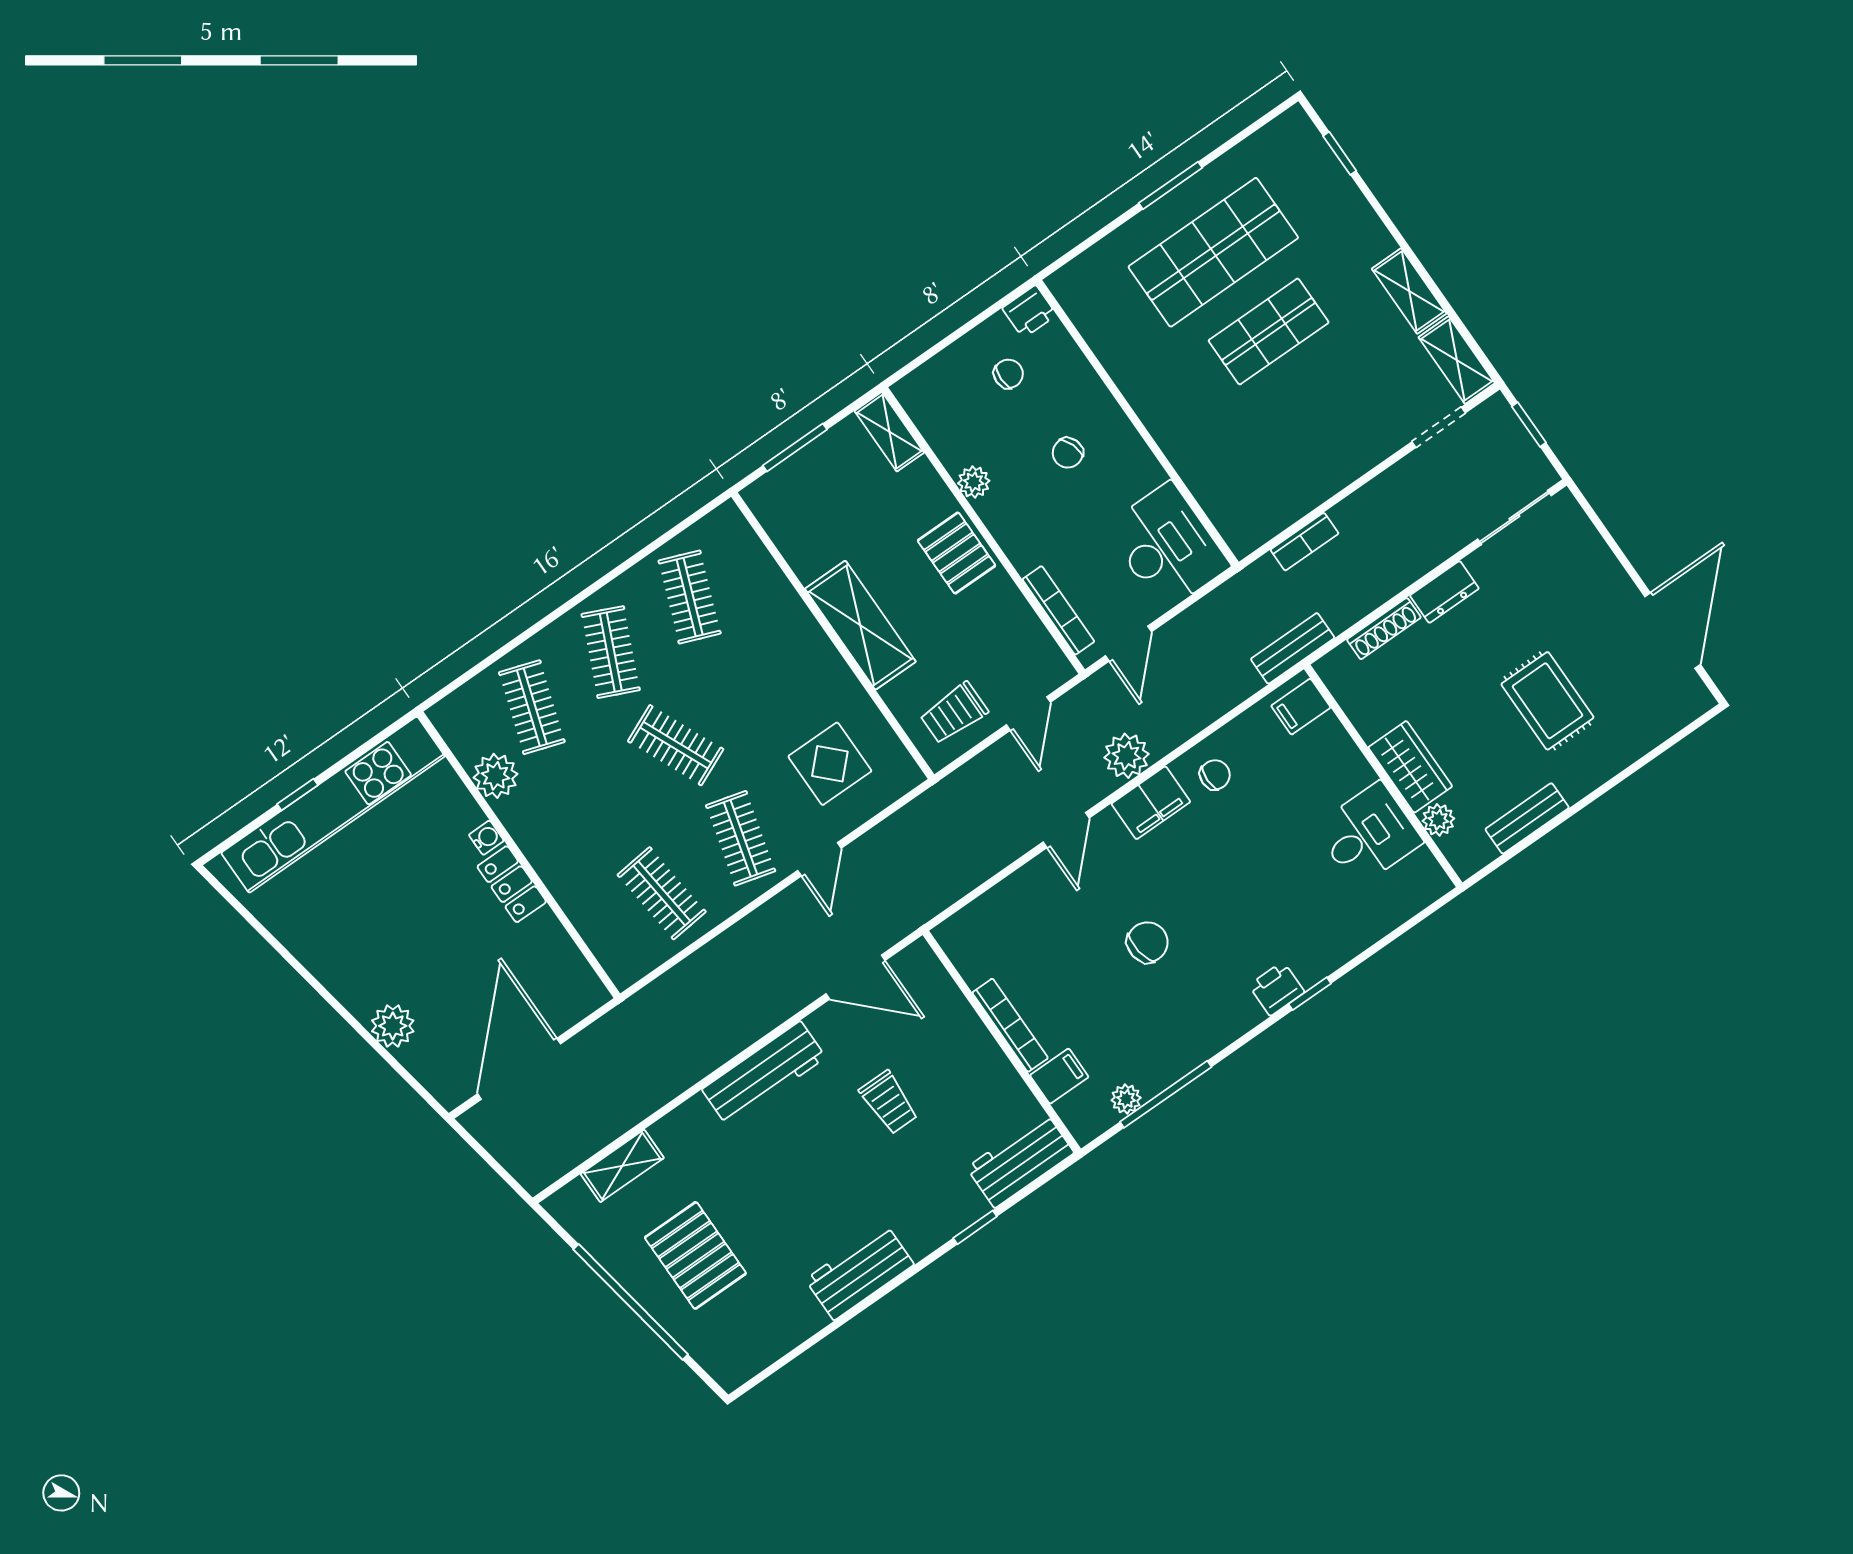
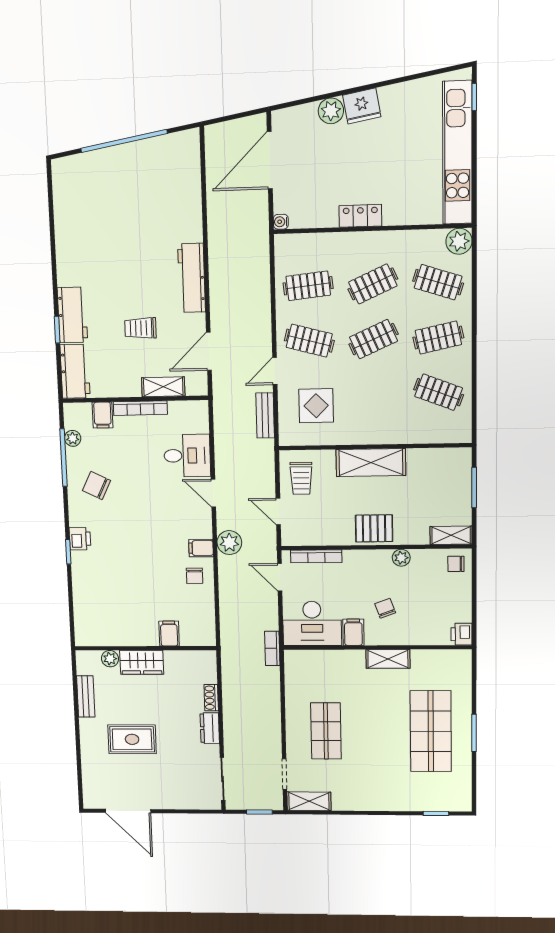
shelving: (1409, 291) -> (388, 659), moved
shop shelf: (1269, 331) -> (326, 731), moved
chair: (1008, 374) -> (456, 564), moved, turned 90
filing cabinet: (1138, 475) -> (353, 632), added
bookcase: (1304, 542) -> (272, 648), moved
shoe rack: (1384, 629) -> (211, 698), width x0.70
bench: (1293, 648) -> (265, 415), moved
clothes rail: (611, 652) -> (438, 338), turned -36
filing cabinet: (1301, 707) -> (169, 634), moved
trolley: (954, 713) -> (301, 478), turned 180
plant: (495, 776) -> (459, 241), moved
window: (298, 794) -> (474, 97), moved
clothes rail: (597, 800) -> (373, 284), added
filing cabinet: (1151, 803) -> (201, 548), width x0.50
desk: (1368, 834) -> (187, 456), moved, turned -90
water cooler: (486, 838) -> (281, 222), moved, turned 90
door: (819, 859) -> (275, 371), hinge flipped
chair: (1147, 942) -> (96, 485), moved, turned 124
fridge: (357, 986) -> (362, 106), added
door: (519, 1069) -> (270, 160), swing flipped
shelving: (622, 1166) -> (163, 387), moved, turned 90
pallet: (695, 1255) -> (126, 188), removed
workbench: (860, 1272) -> (72, 315), moved

